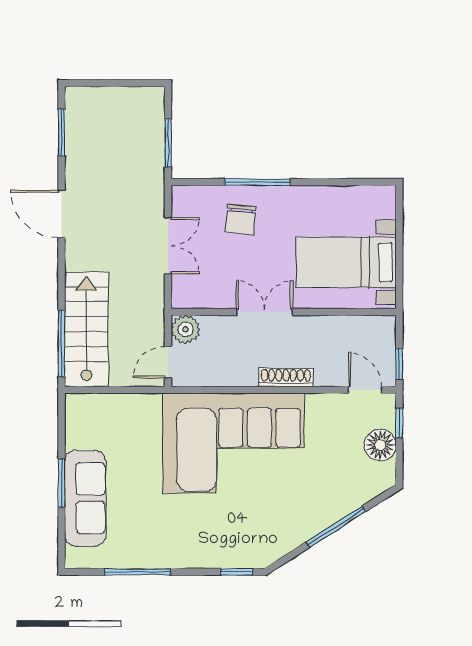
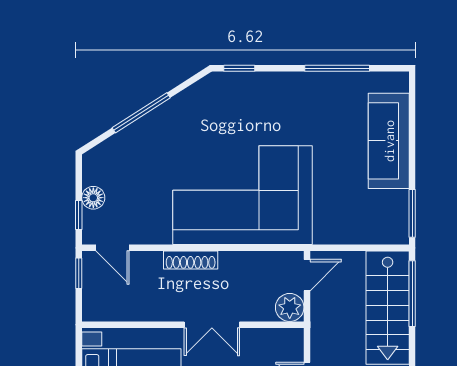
floor lamp: (380, 445) -> (93, 198), width x0.73, depth x0.73
window: (62, 483) -> (412, 213), moved

